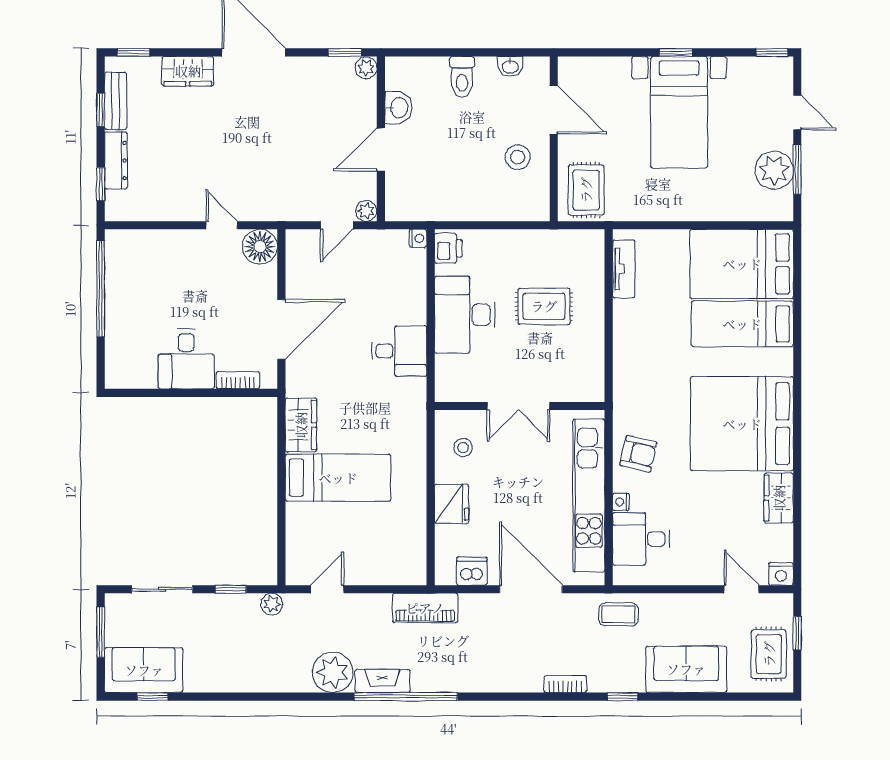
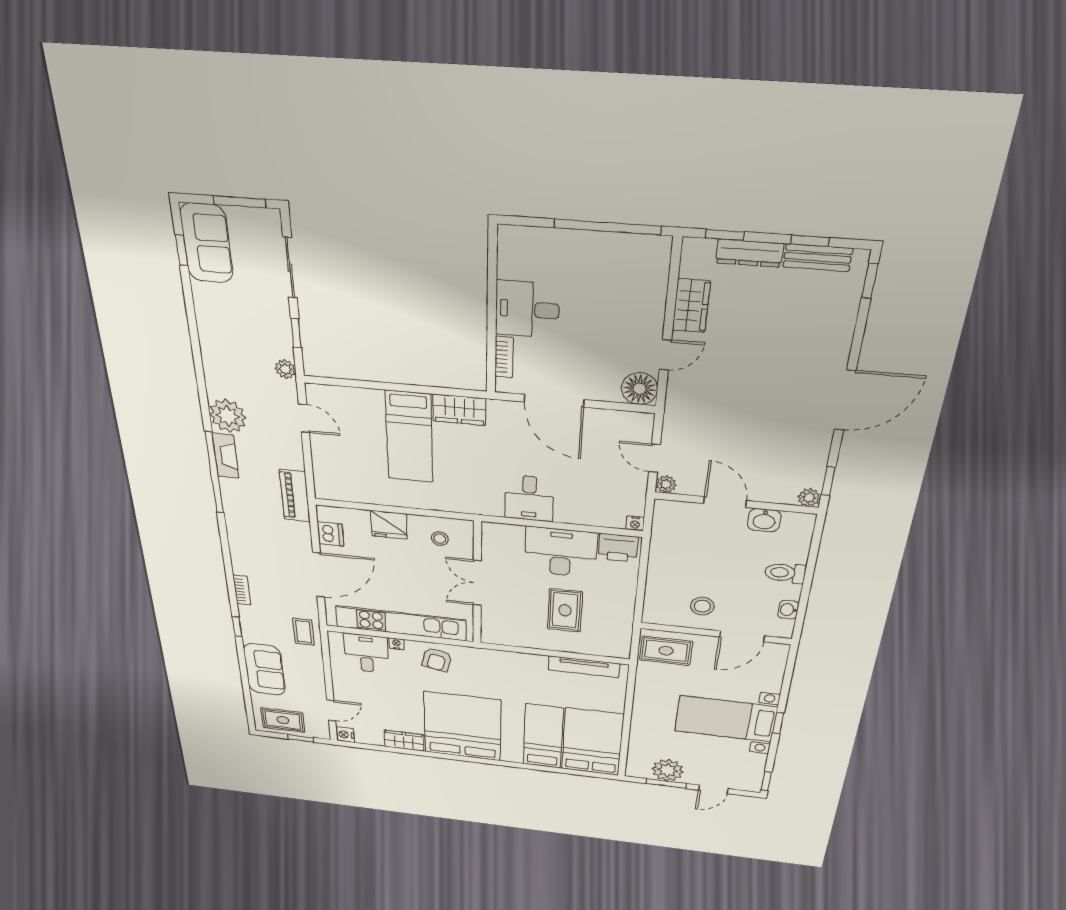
wardrobe: (188, 71) -> (691, 306), moved, turned 180
printer: (448, 248) -> (618, 548), width x1.36, depth x1.24
tv unit: (624, 269) -> (584, 667), width x1.41

